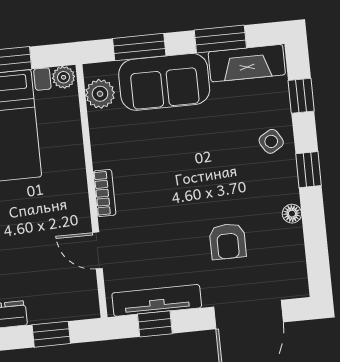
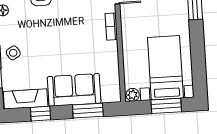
window: (220, 39) -> (40, 114), width x0.67
plant: (100, 94) -> (112, 84), removed

